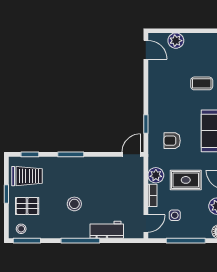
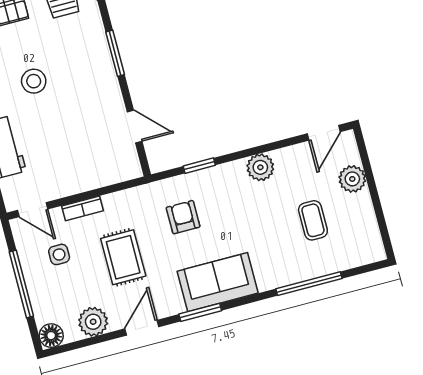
coffee table: (202, 83) -> (313, 220), moved
door: (131, 154) -> (135, 127), moved
plant: (156, 175) -> (260, 167), moved

